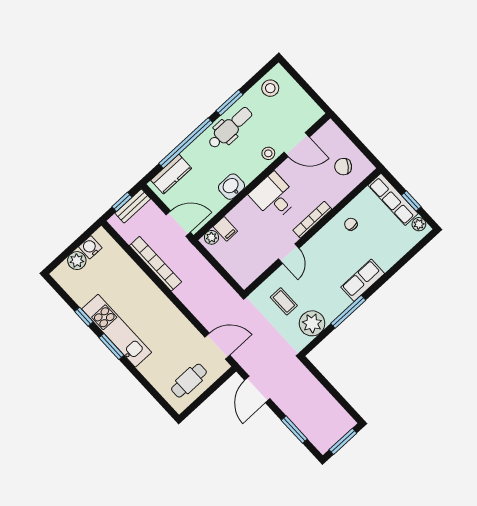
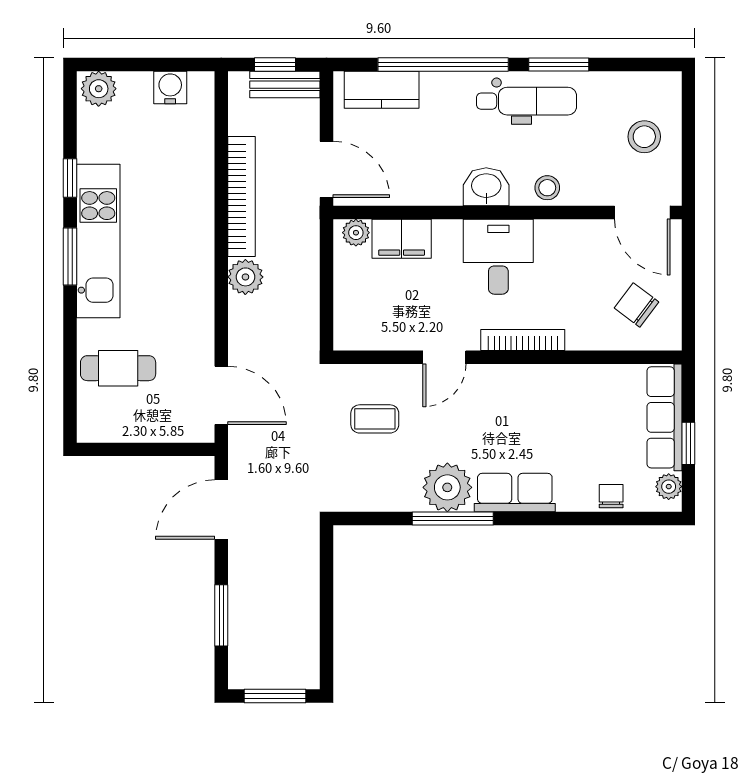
stool: (270, 88) -> (644, 137), moved
door: (297, 145) -> (642, 213), moved
washbasin: (231, 187) -> (486, 187), moved
chair: (351, 224) -> (611, 496), moved
filing cabinet: (225, 229) -> (402, 239), width x2.00
plant: (77, 261) -> (99, 89), moved
plant: (185, 293) -> (245, 277), added
coffee table: (284, 301) -> (375, 419), turned 90
plant: (312, 323) -> (447, 487), moved
cafe table: (189, 381) -> (118, 368), moved

